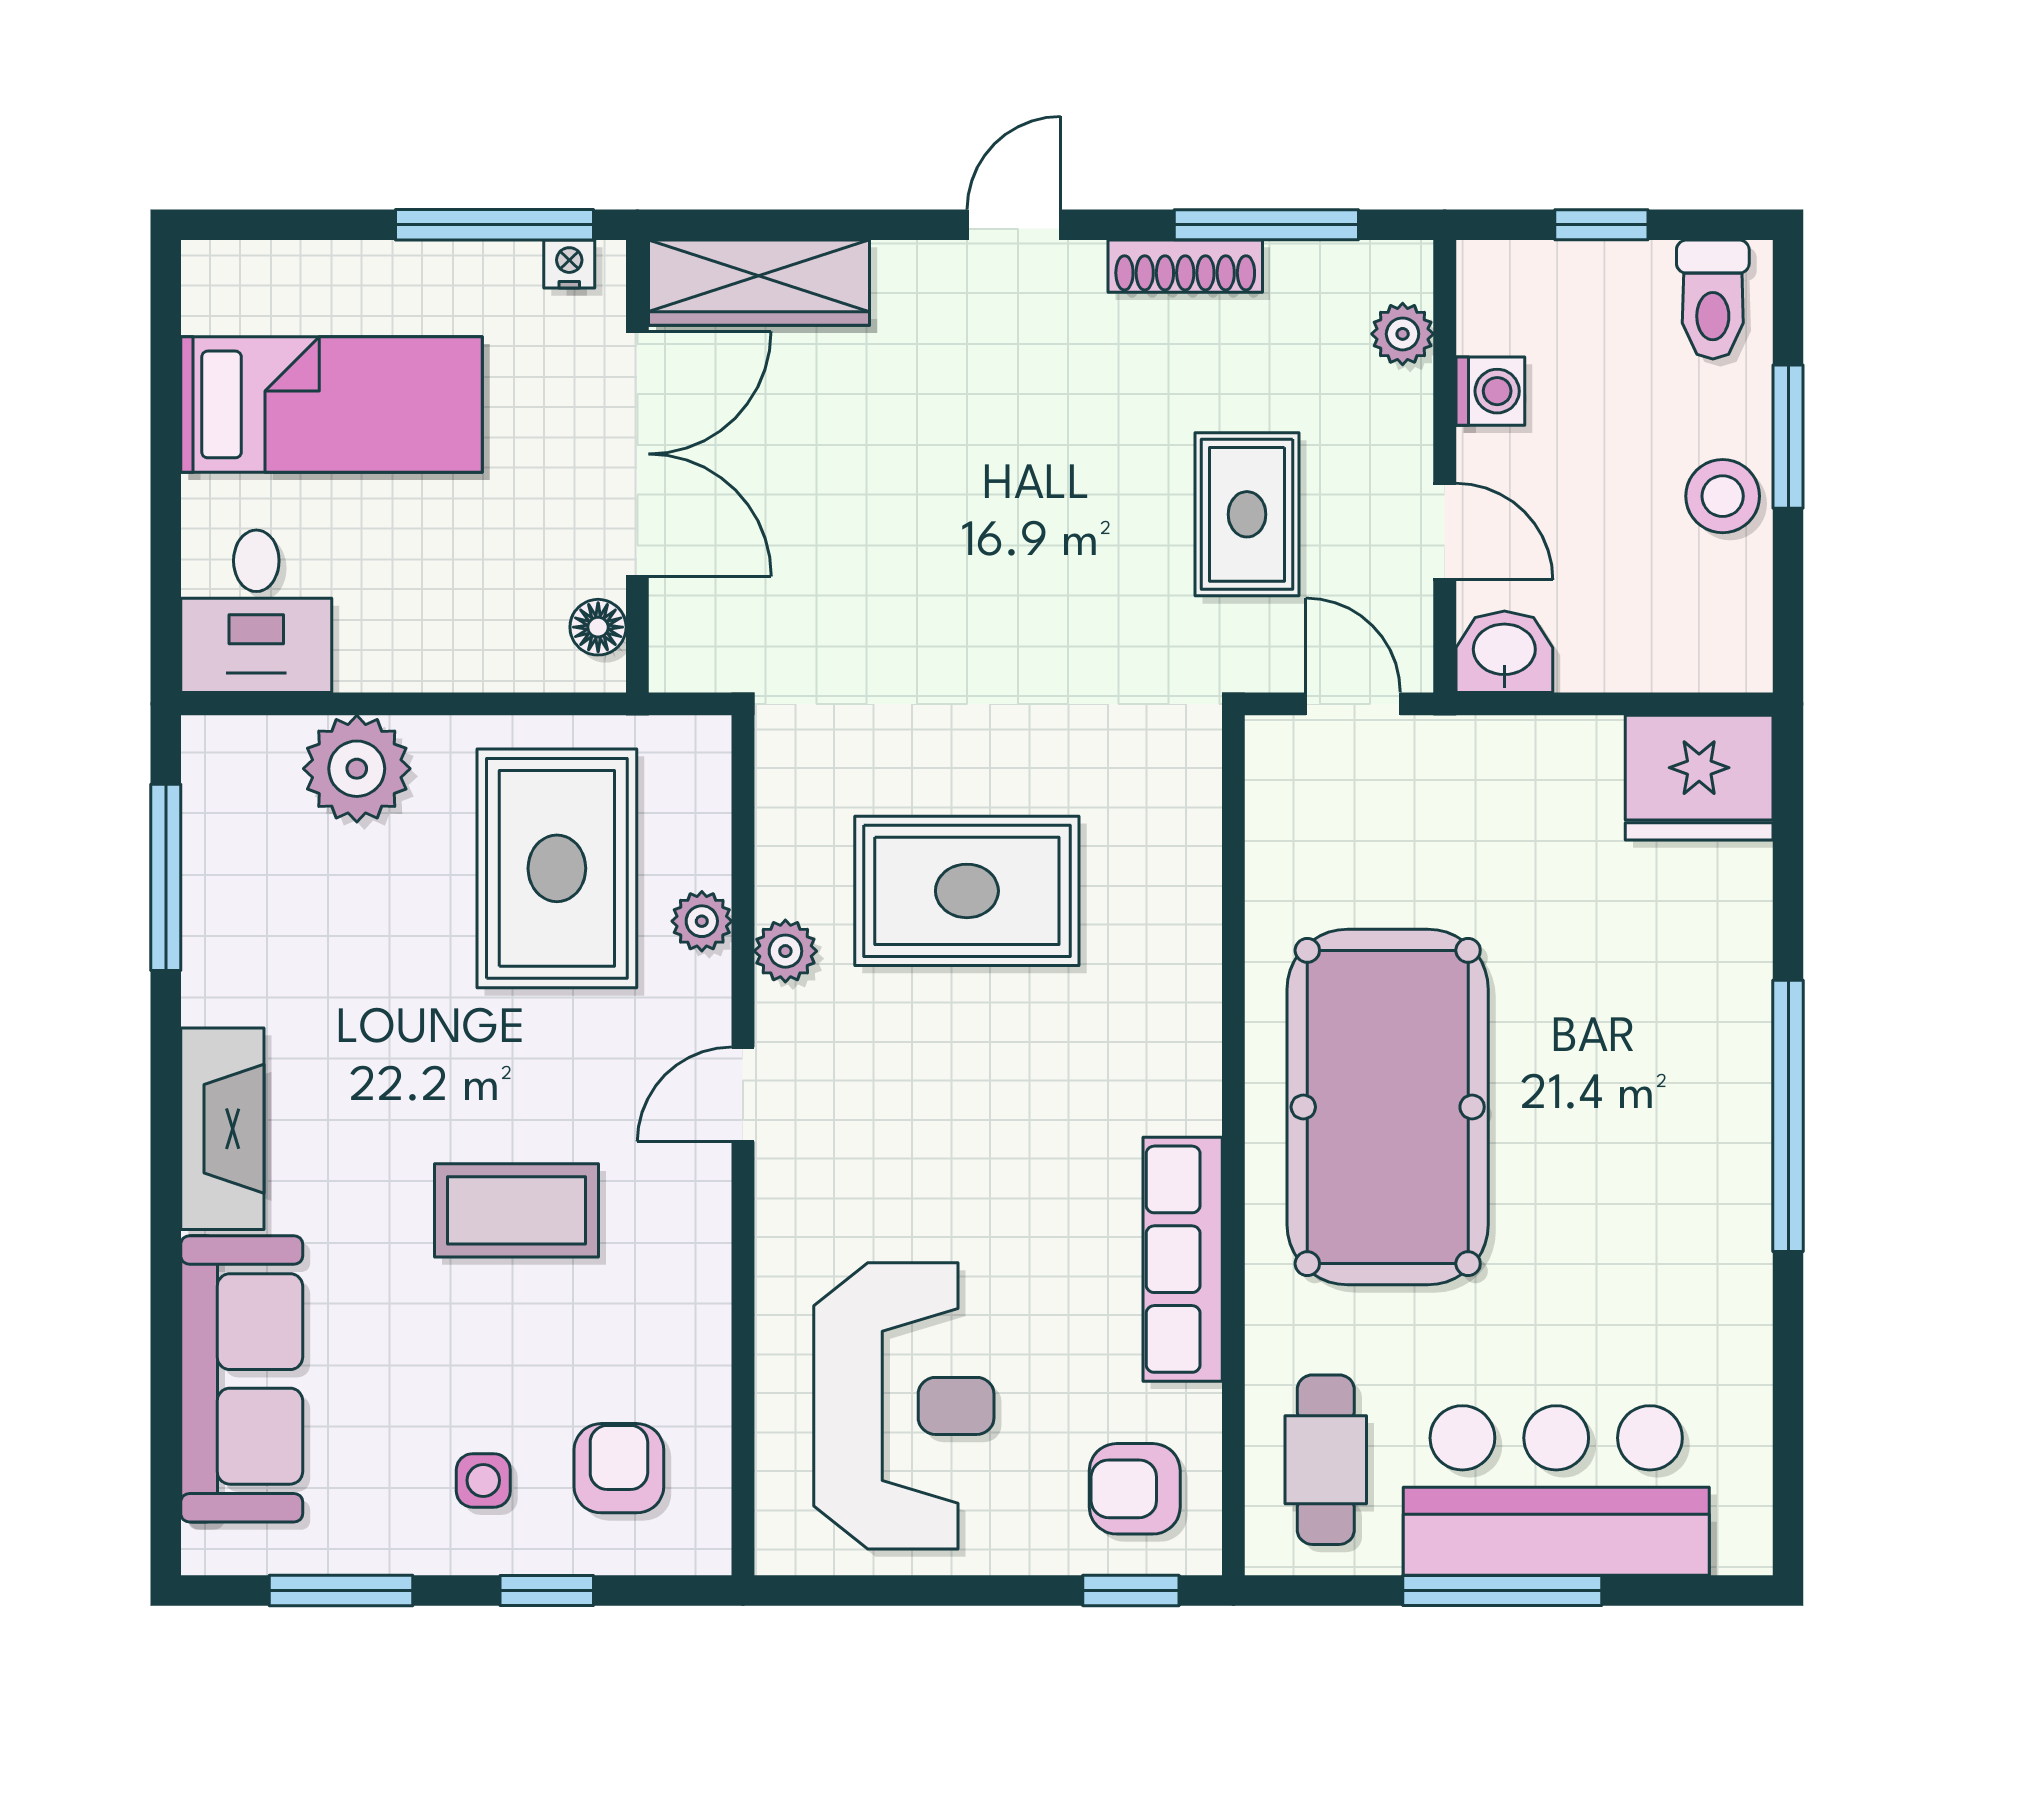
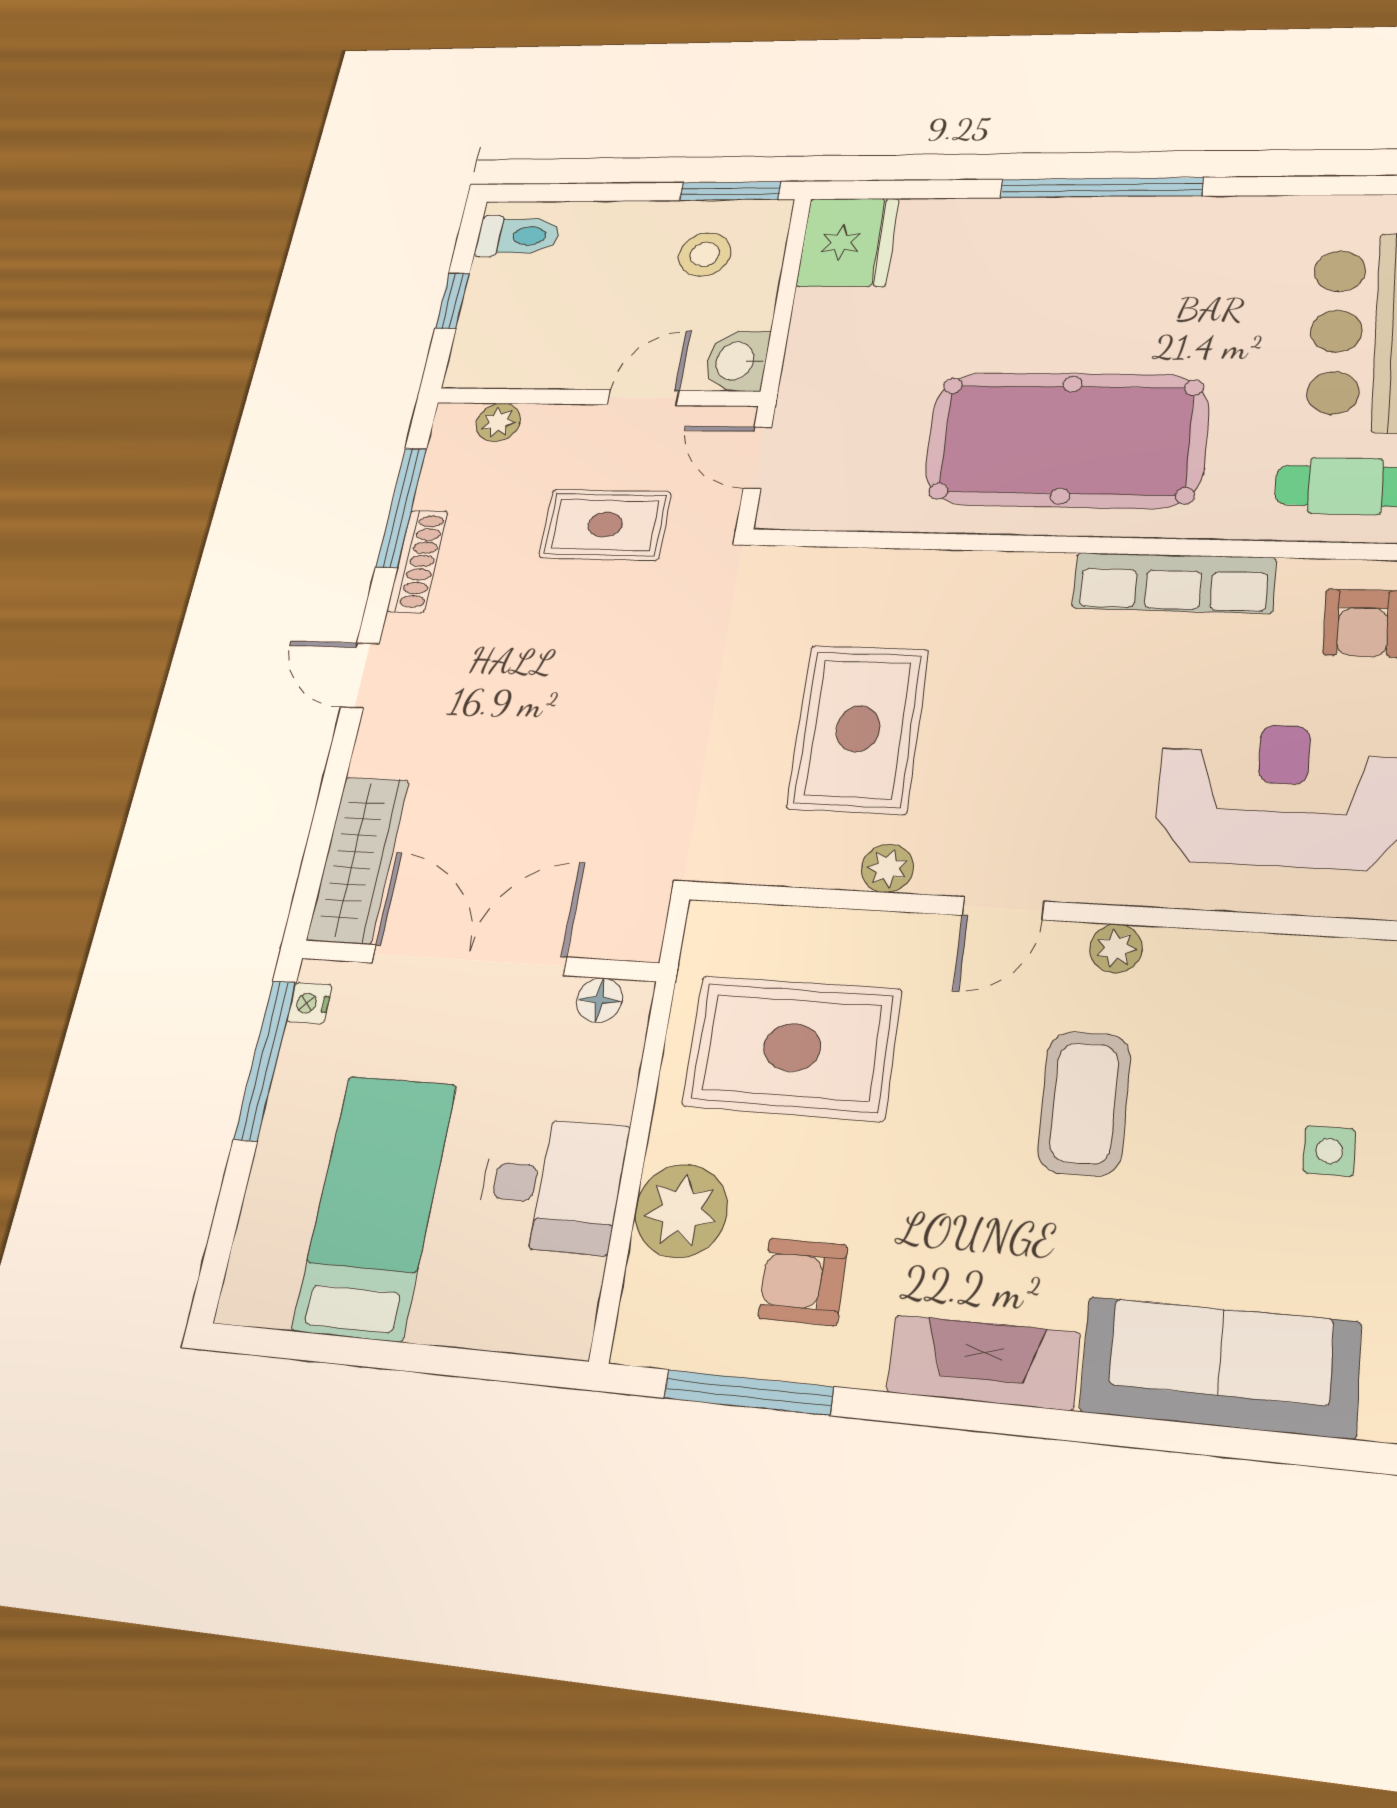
washing machine: (1490, 391) -> (550, 368), removed
window: (1788, 437) -> (730, 191), moved
stool: (1723, 496) -> (705, 254), moved
desk: (256, 611) -> (551, 1185), moved
door: (1353, 704) -> (757, 458), hinge flipped
plant: (702, 921) -> (1116, 948), moved
door: (743, 1094) -> (1003, 908), hinge flipped
armchair: (619, 1468) -> (803, 1282), moved

